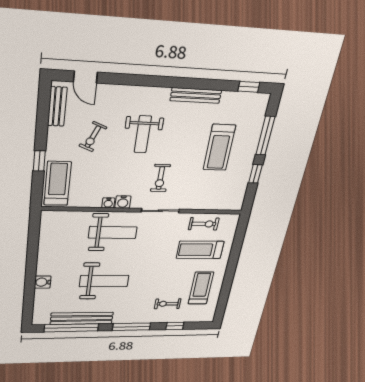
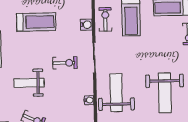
weight bench: (143, 134) -> (29, 83), turned 180
water cooler: (123, 202) -> (86, 25), moved
weight bench: (104, 281) -> (165, 93), turned 180

